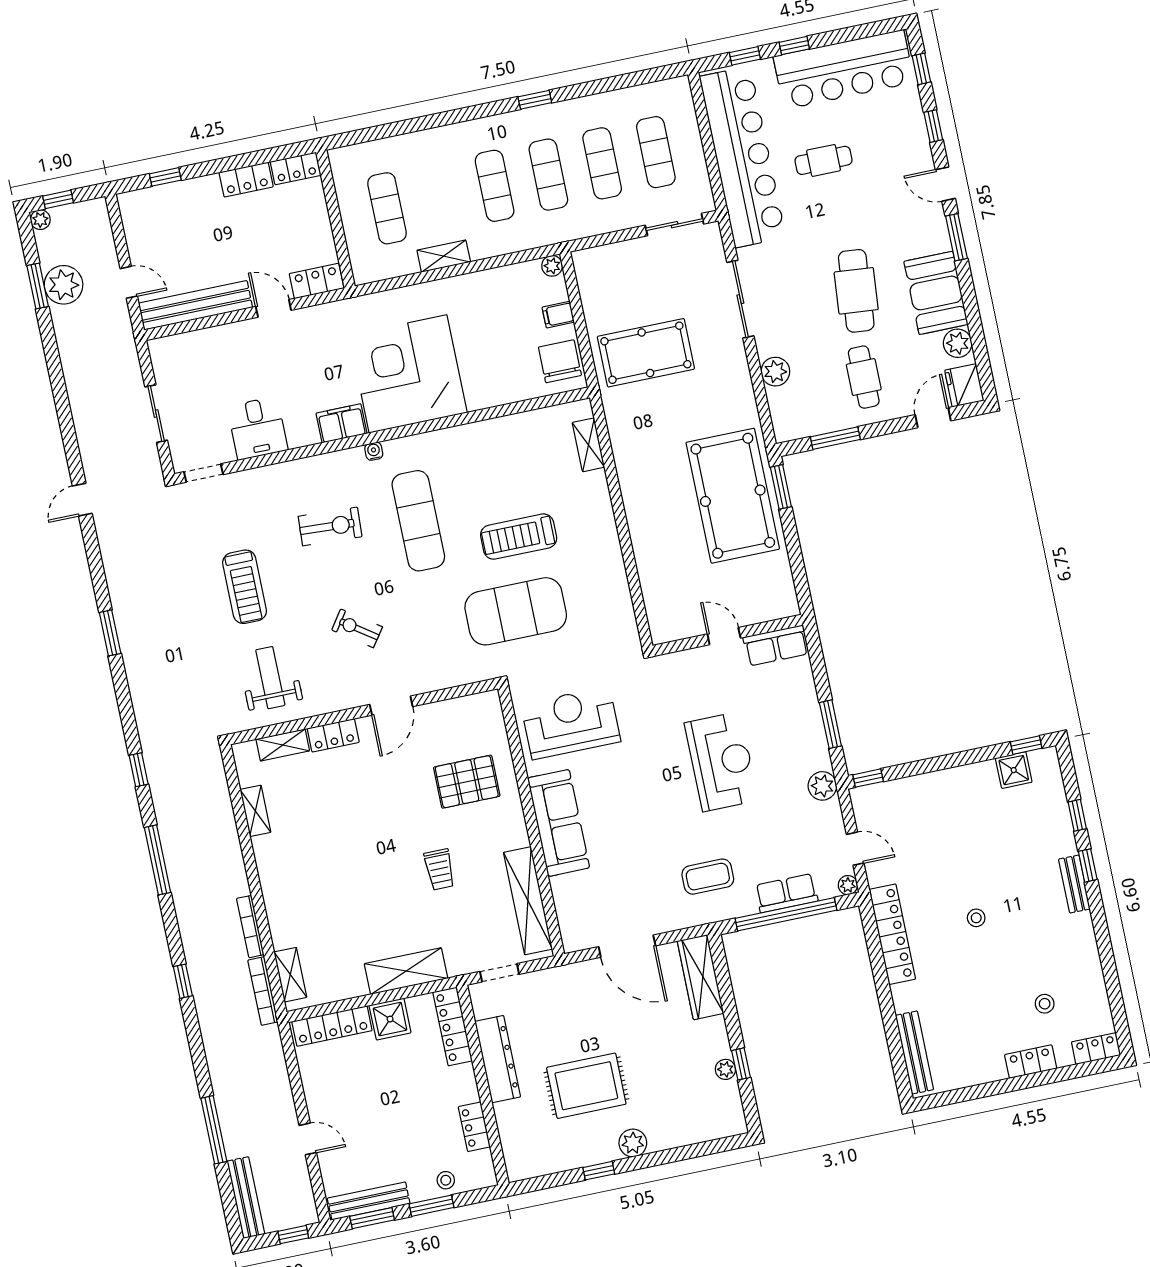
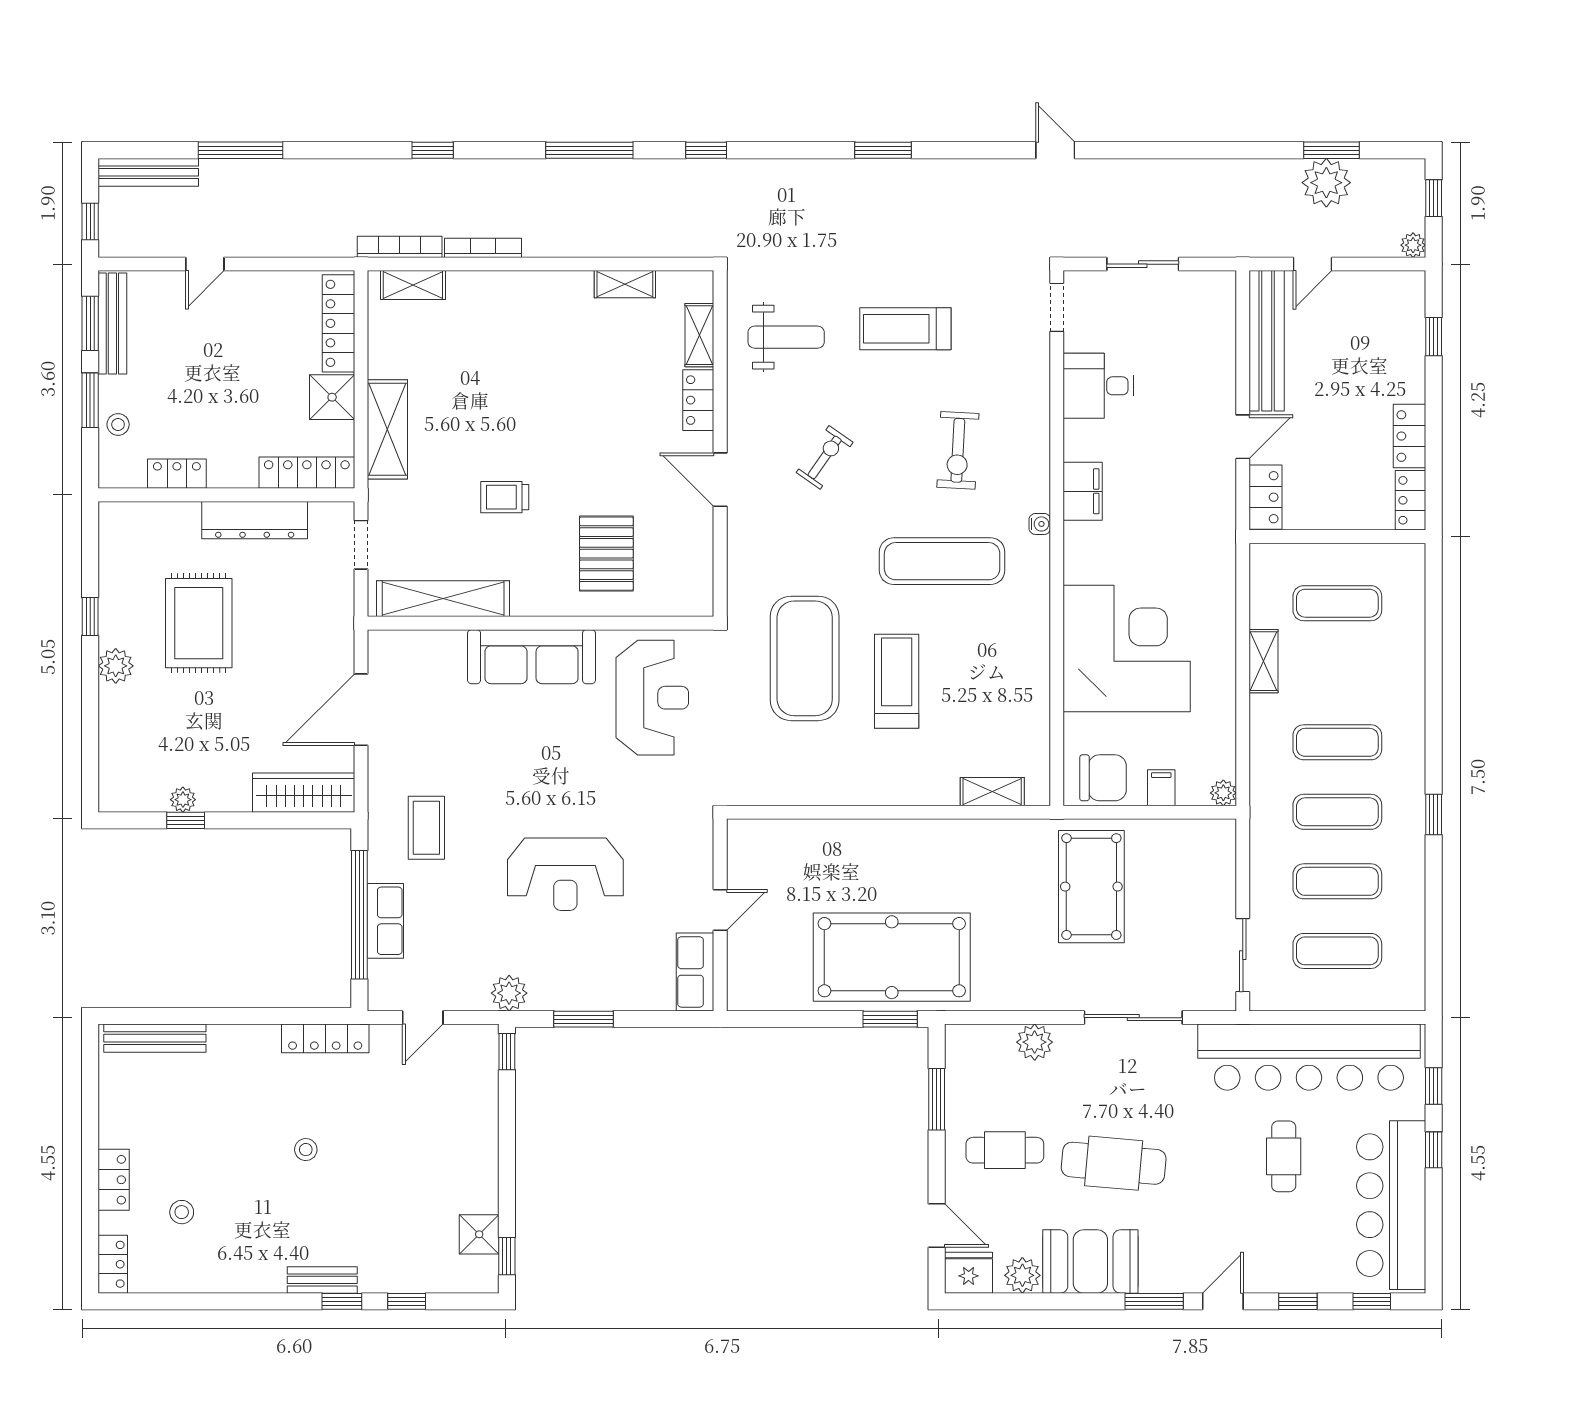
plant: (40, 220) -> (1413, 245), moved
corner desk: (408, 374) -> (1127, 648), moved
plant: (848, 885) -> (380, 999), removed
locker: (892, 934) -> (325, 1038), width x0.71, depth x0.83

